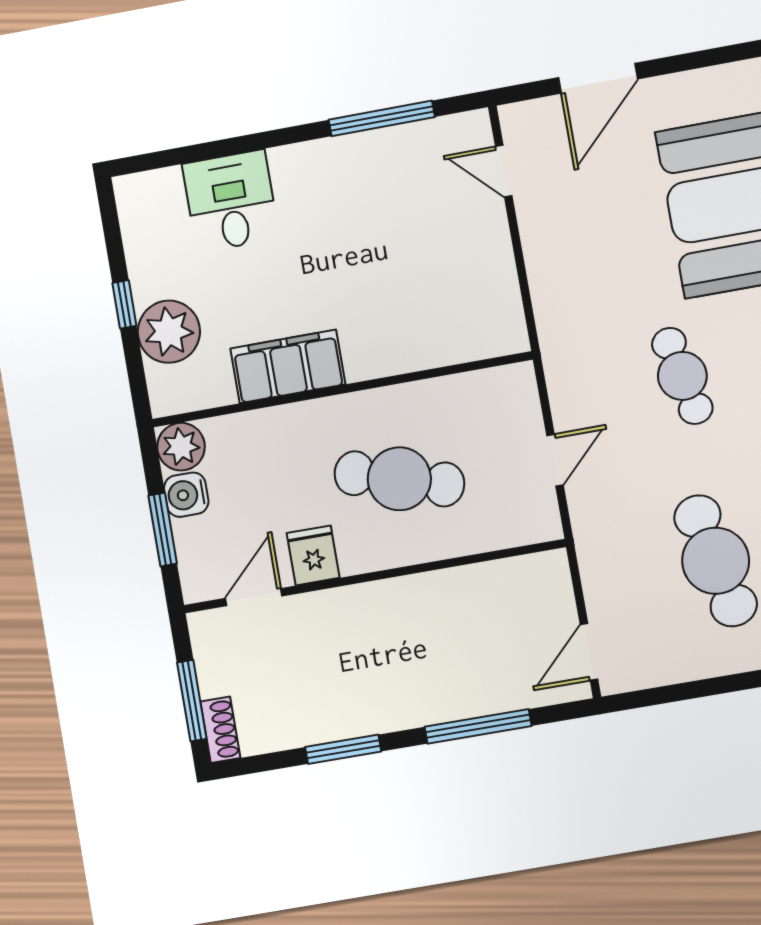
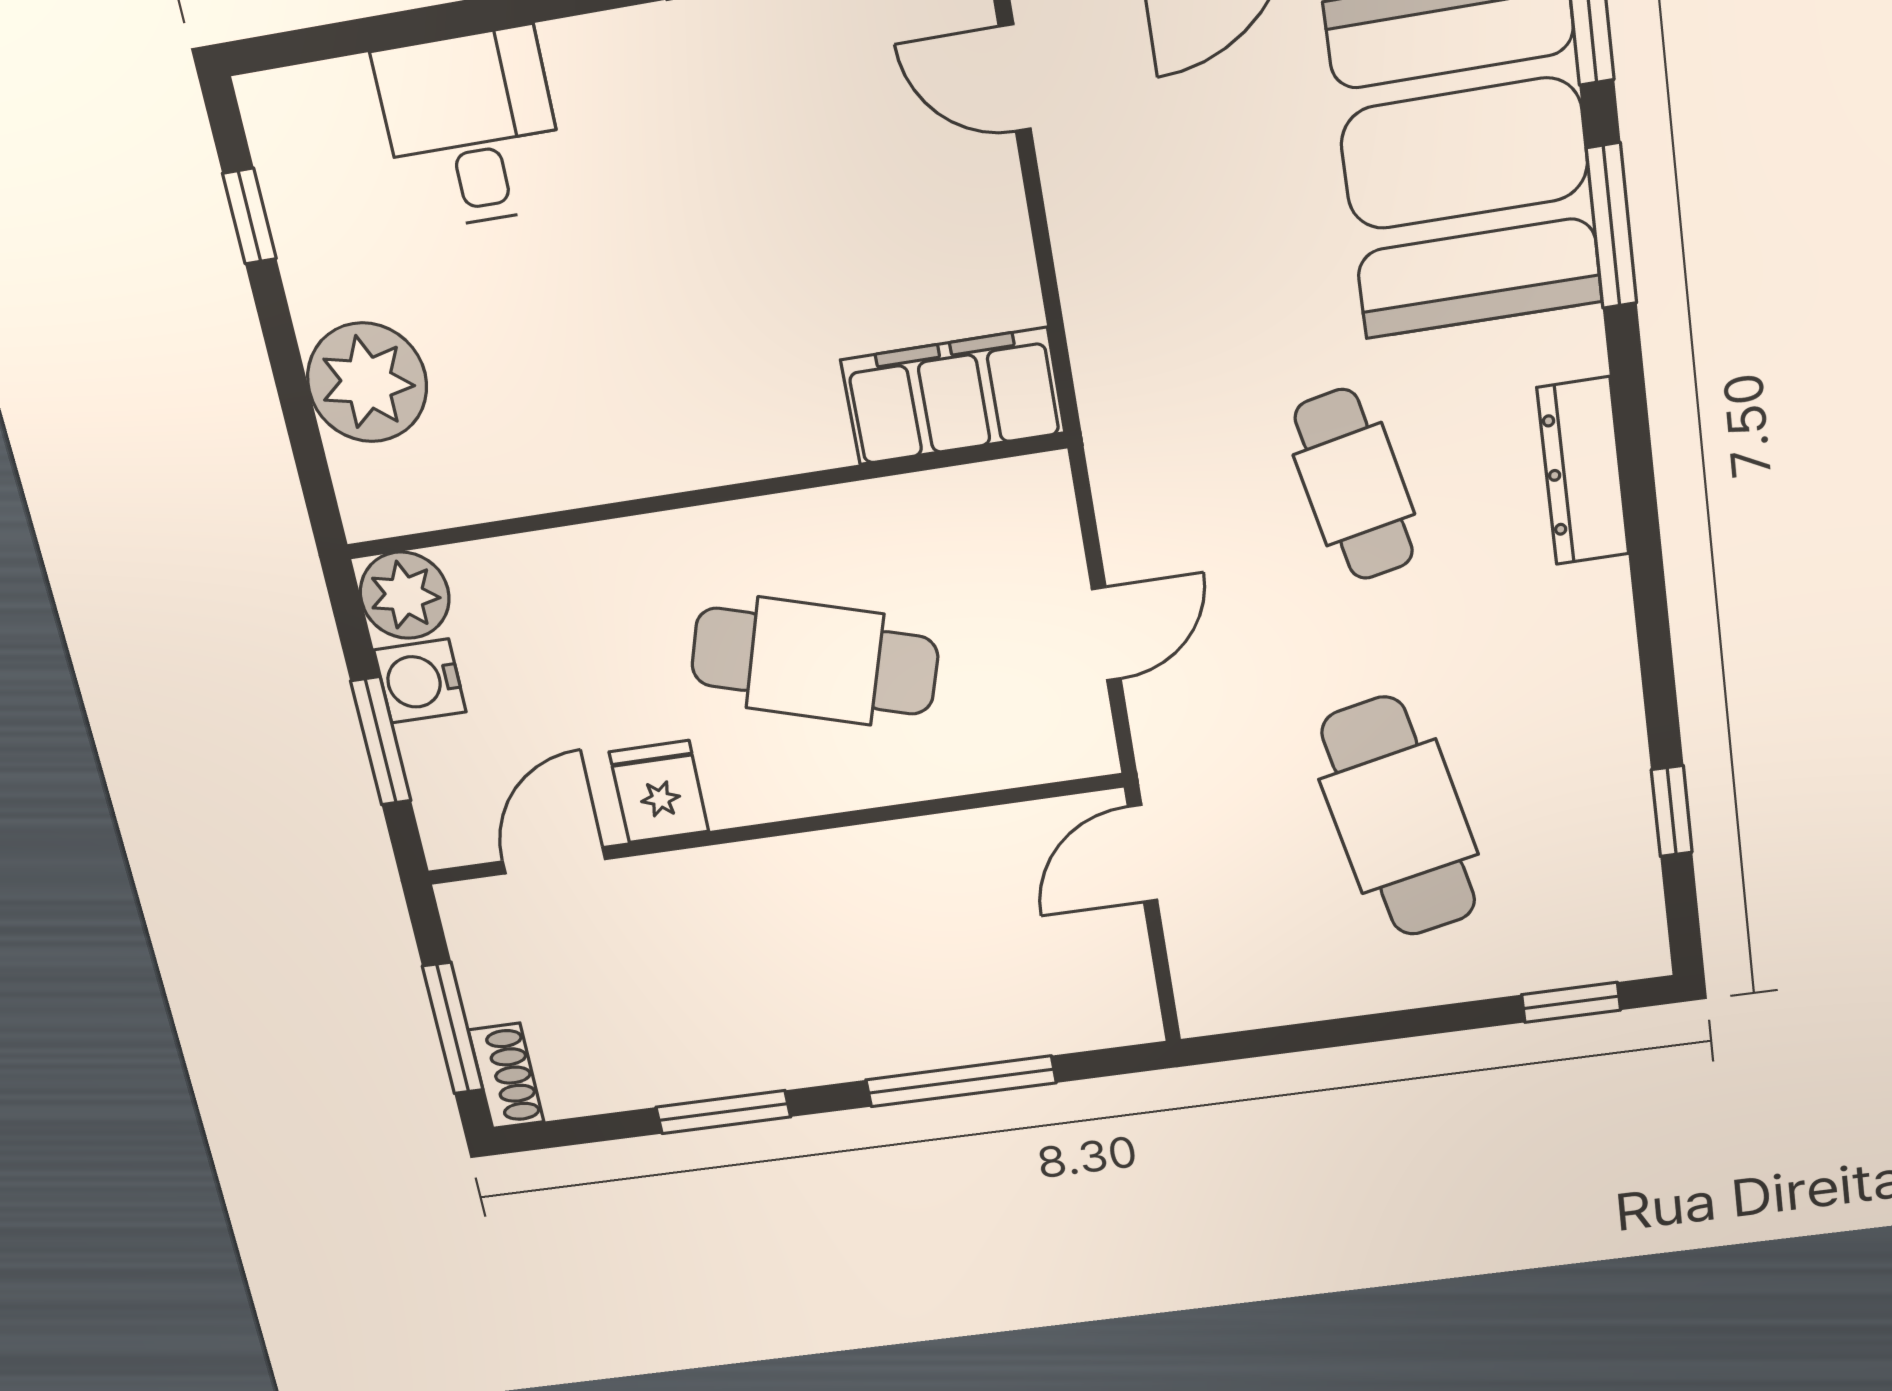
window: (124, 304) -> (249, 216), moved
filing cabinet: (288, 366) -> (953, 396), moved
door: (589, 652) -> (1143, 854), moved

